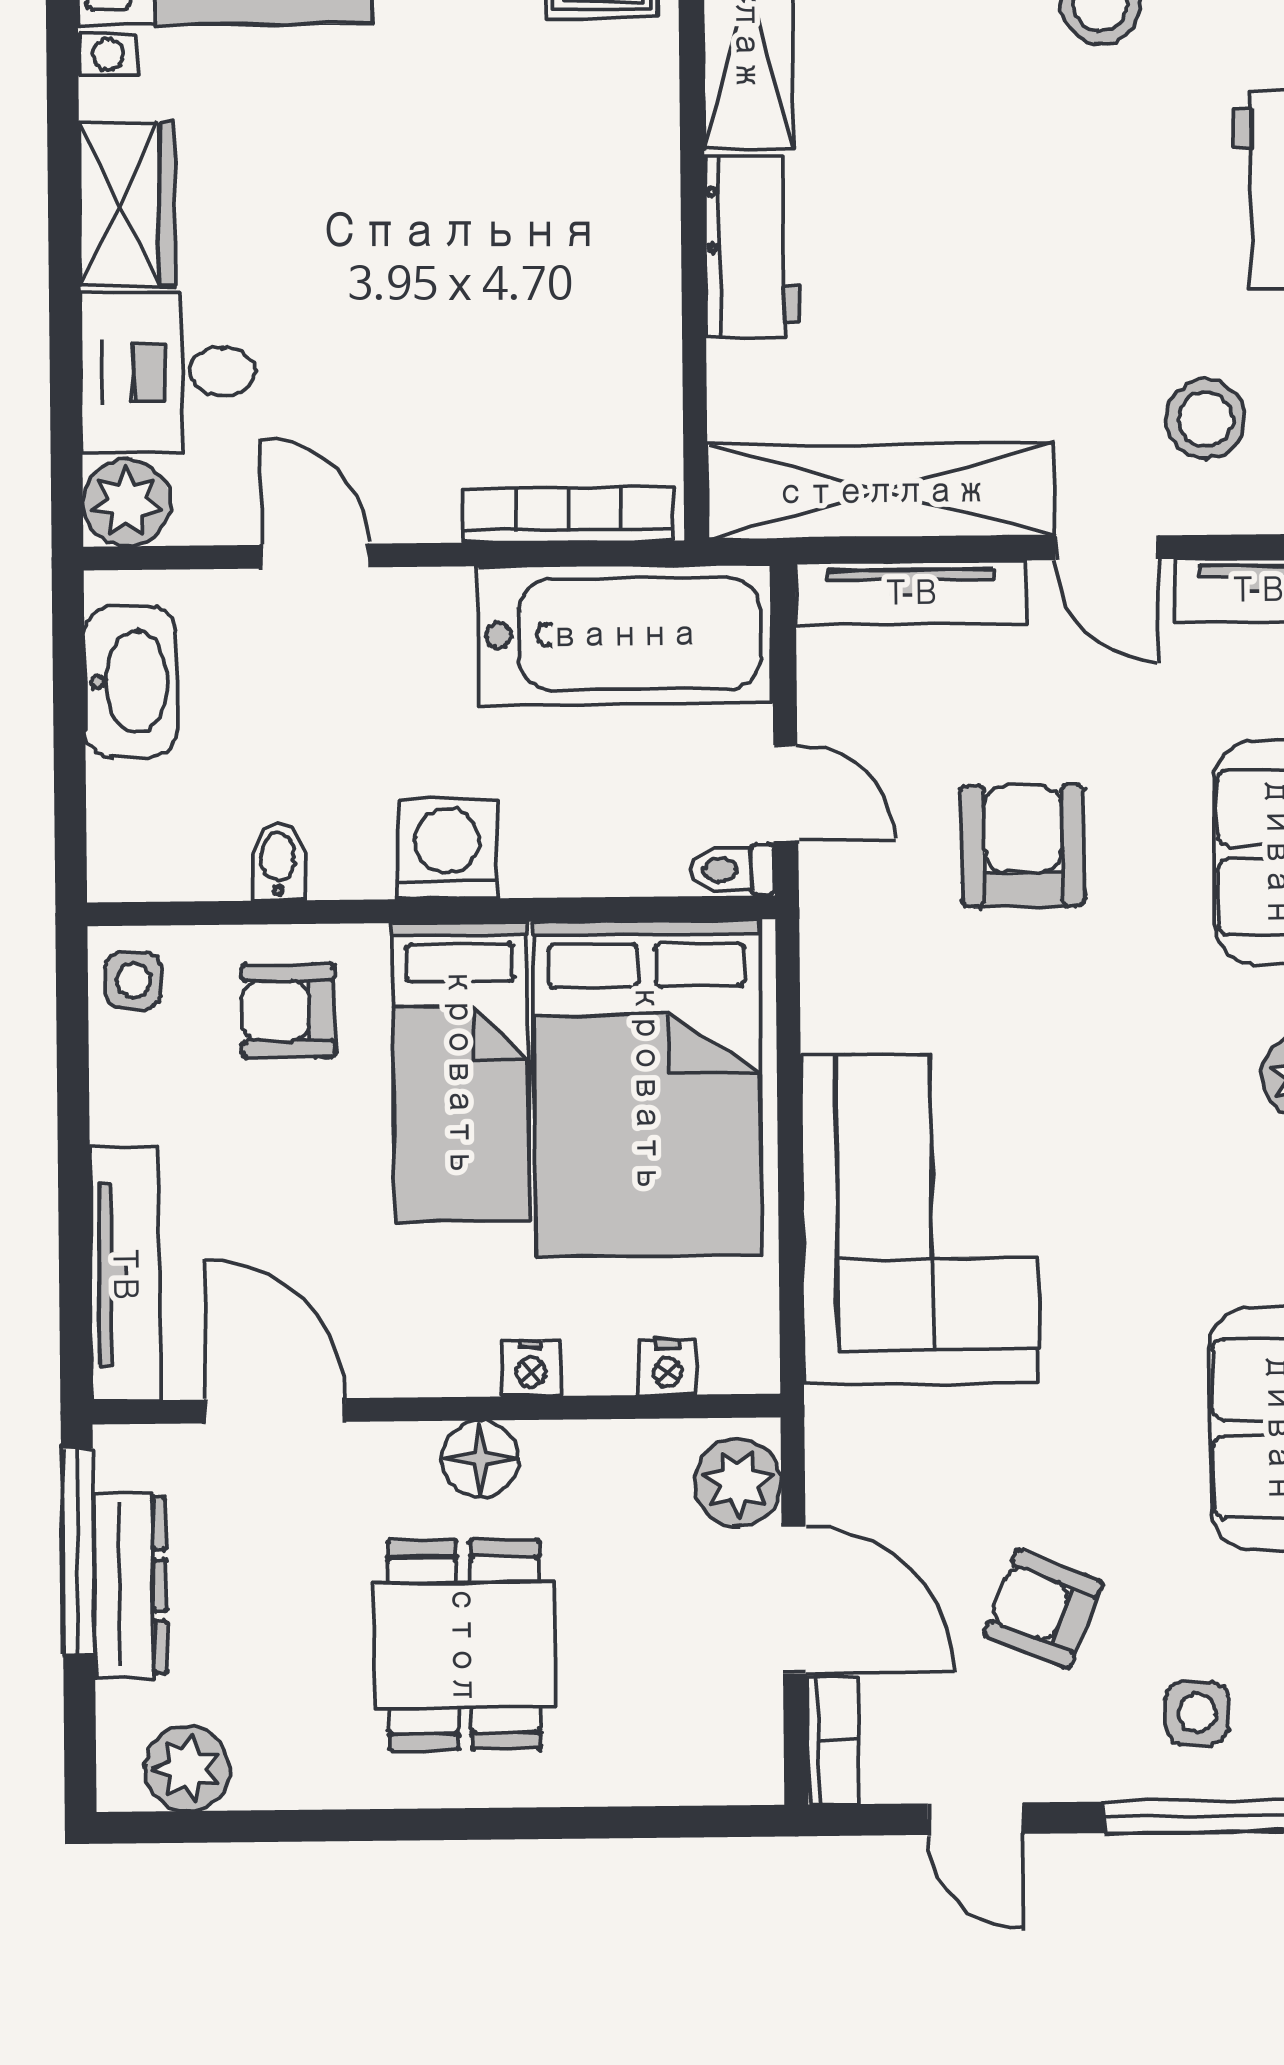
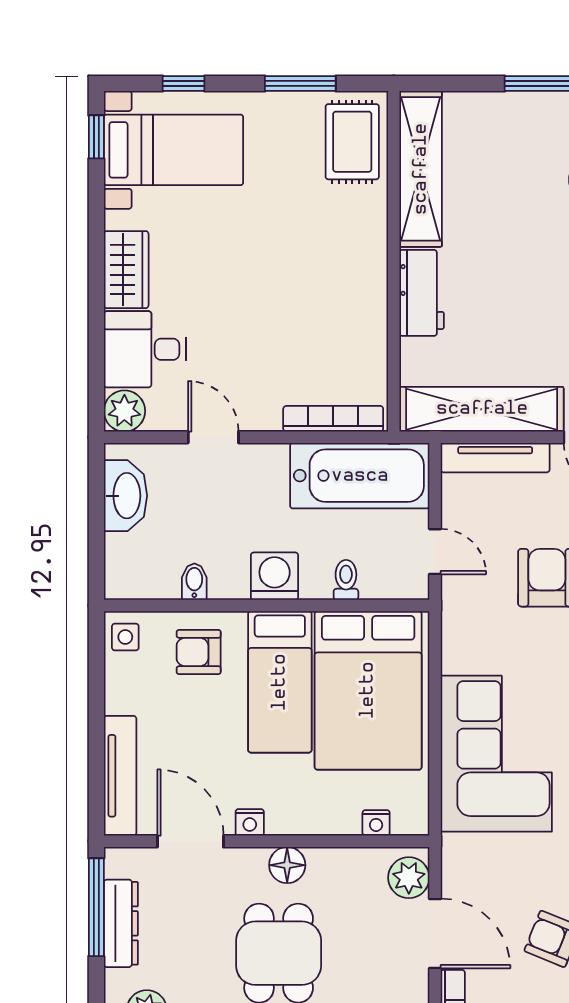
toilet: (732, 870) -> (346, 580), moved, turned 90
nightstand: (530, 1368) -> (250, 822), moved

